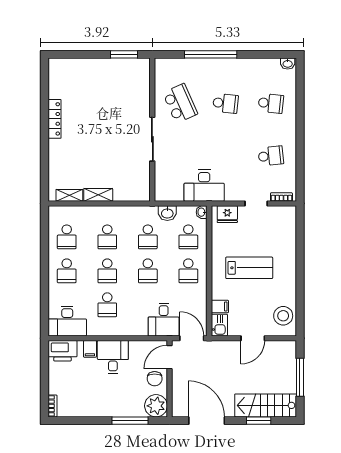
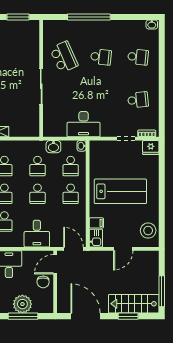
fridge: (227, 214) -> (151, 147), moved
lab bench: (249, 268) -> (120, 191), width x1.36, depth x1.39
desk: (164, 320) -> (37, 234), moved
window: (300, 377) -> (162, 291), moved
plant: (156, 406) -> (22, 304), moved

